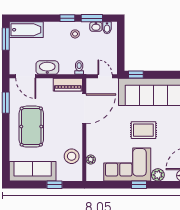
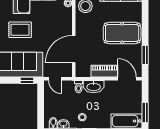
washbasin: (47, 68) -> (94, 87), moved
piano: (68, 85) -> (104, 71), moved
pool table: (31, 127) -> (122, 33), turned 90

